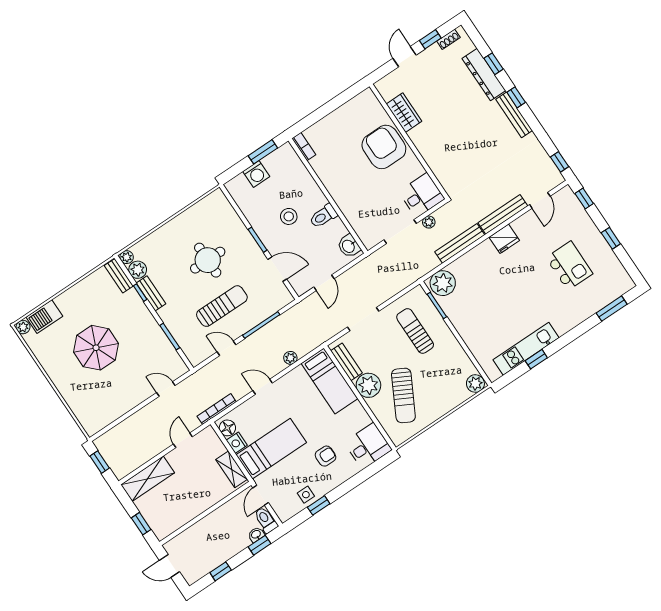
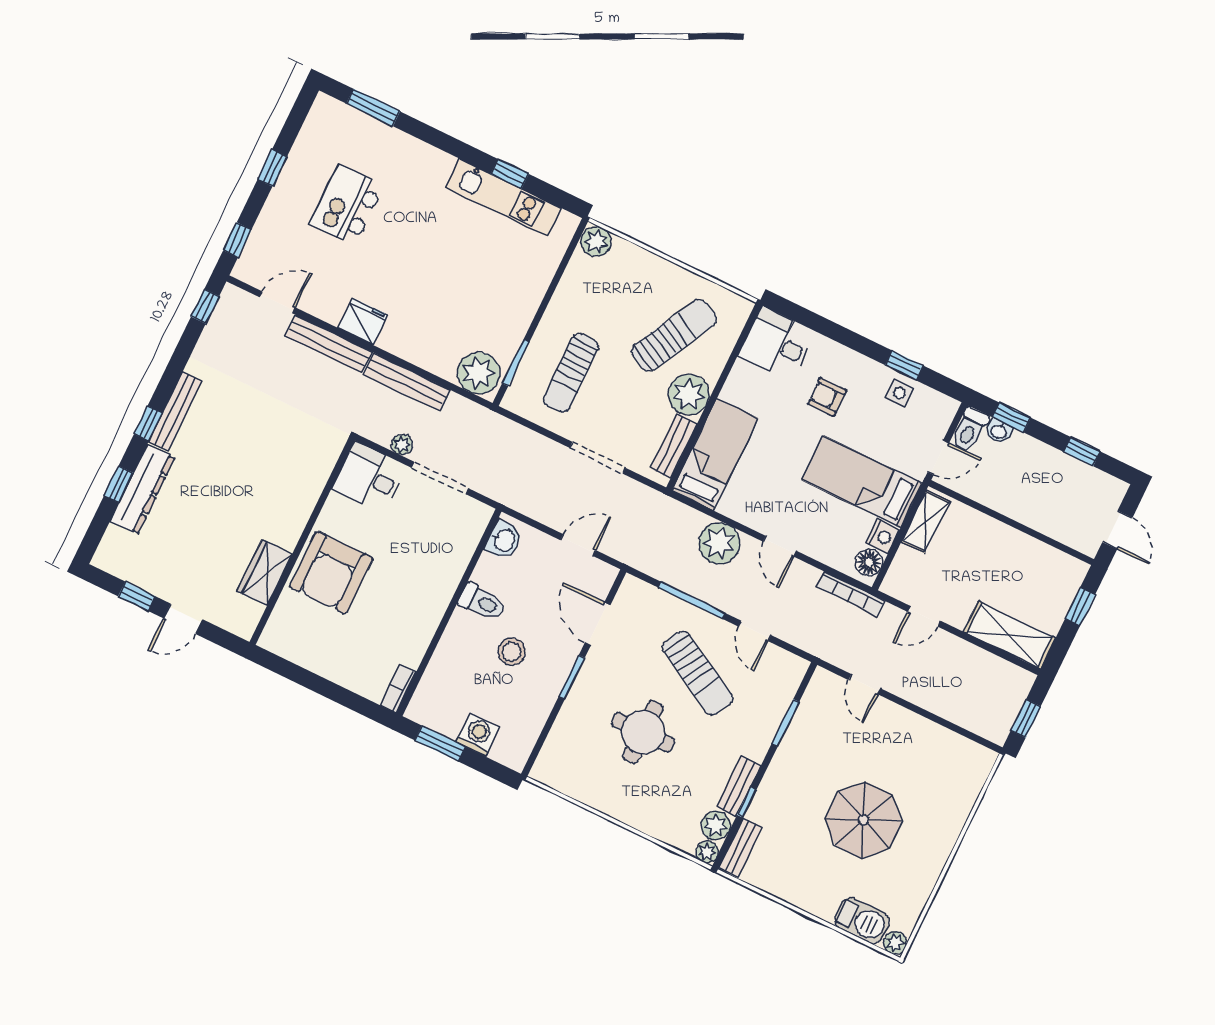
shoe rack: (448, 39) -> (121, 570), removed
sun lounger: (222, 306) -> (697, 673), turned -151
plant: (290, 358) -> (719, 543), width x1.88, depth x1.88

